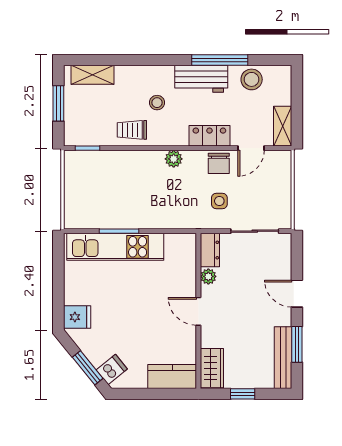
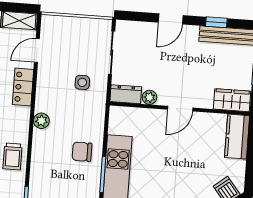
door: (251, 148) -> (37, 50), swing flipped
chair: (219, 163) -> (82, 152), moved, turned 180
window: (297, 344) -> (216, 22), width x0.67

